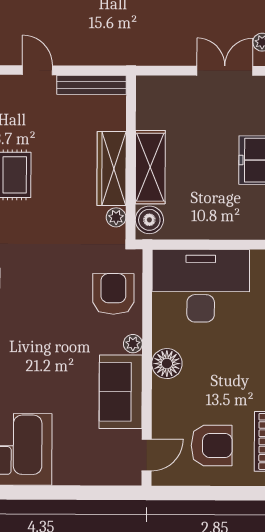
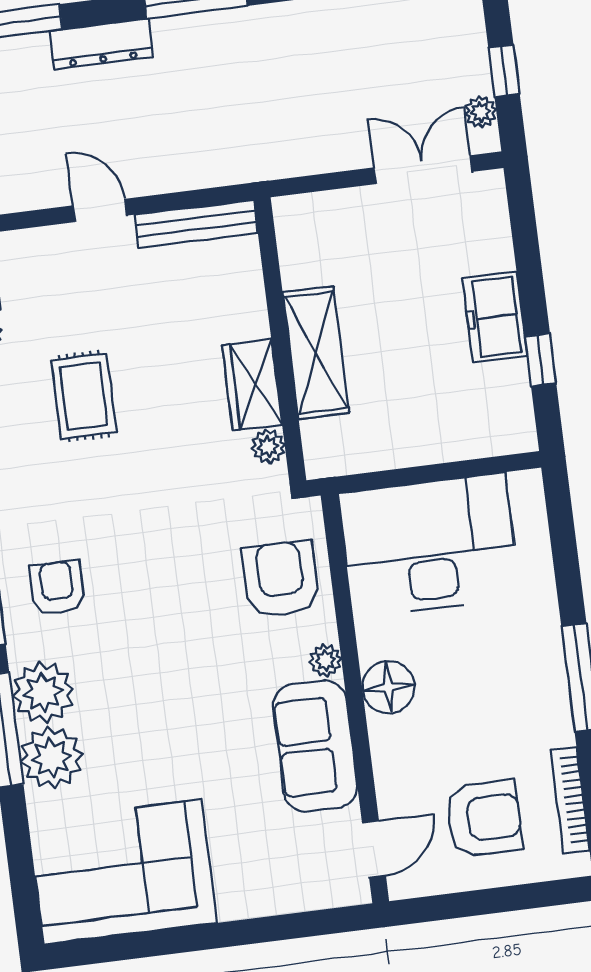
wardrobe: (112, 169) -> (252, 385), width x0.67
boiler: (149, 220) -> (326, 443), removed

